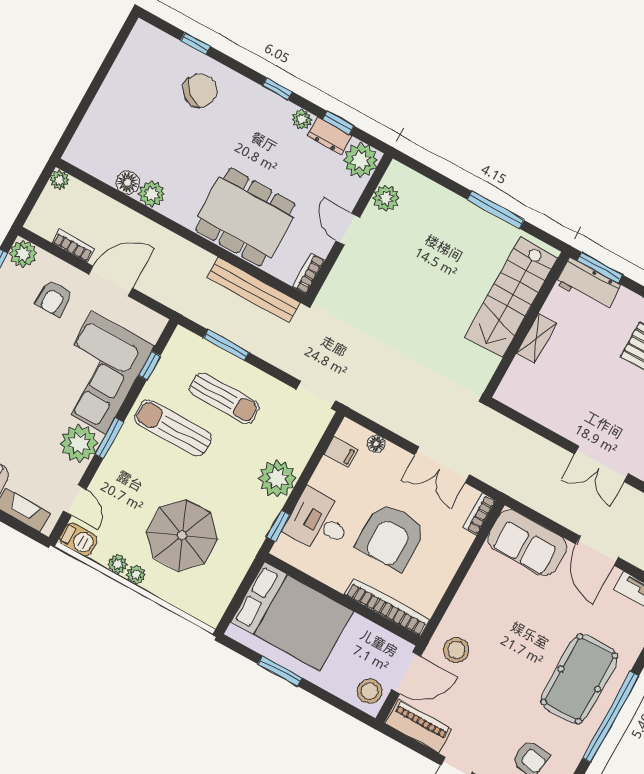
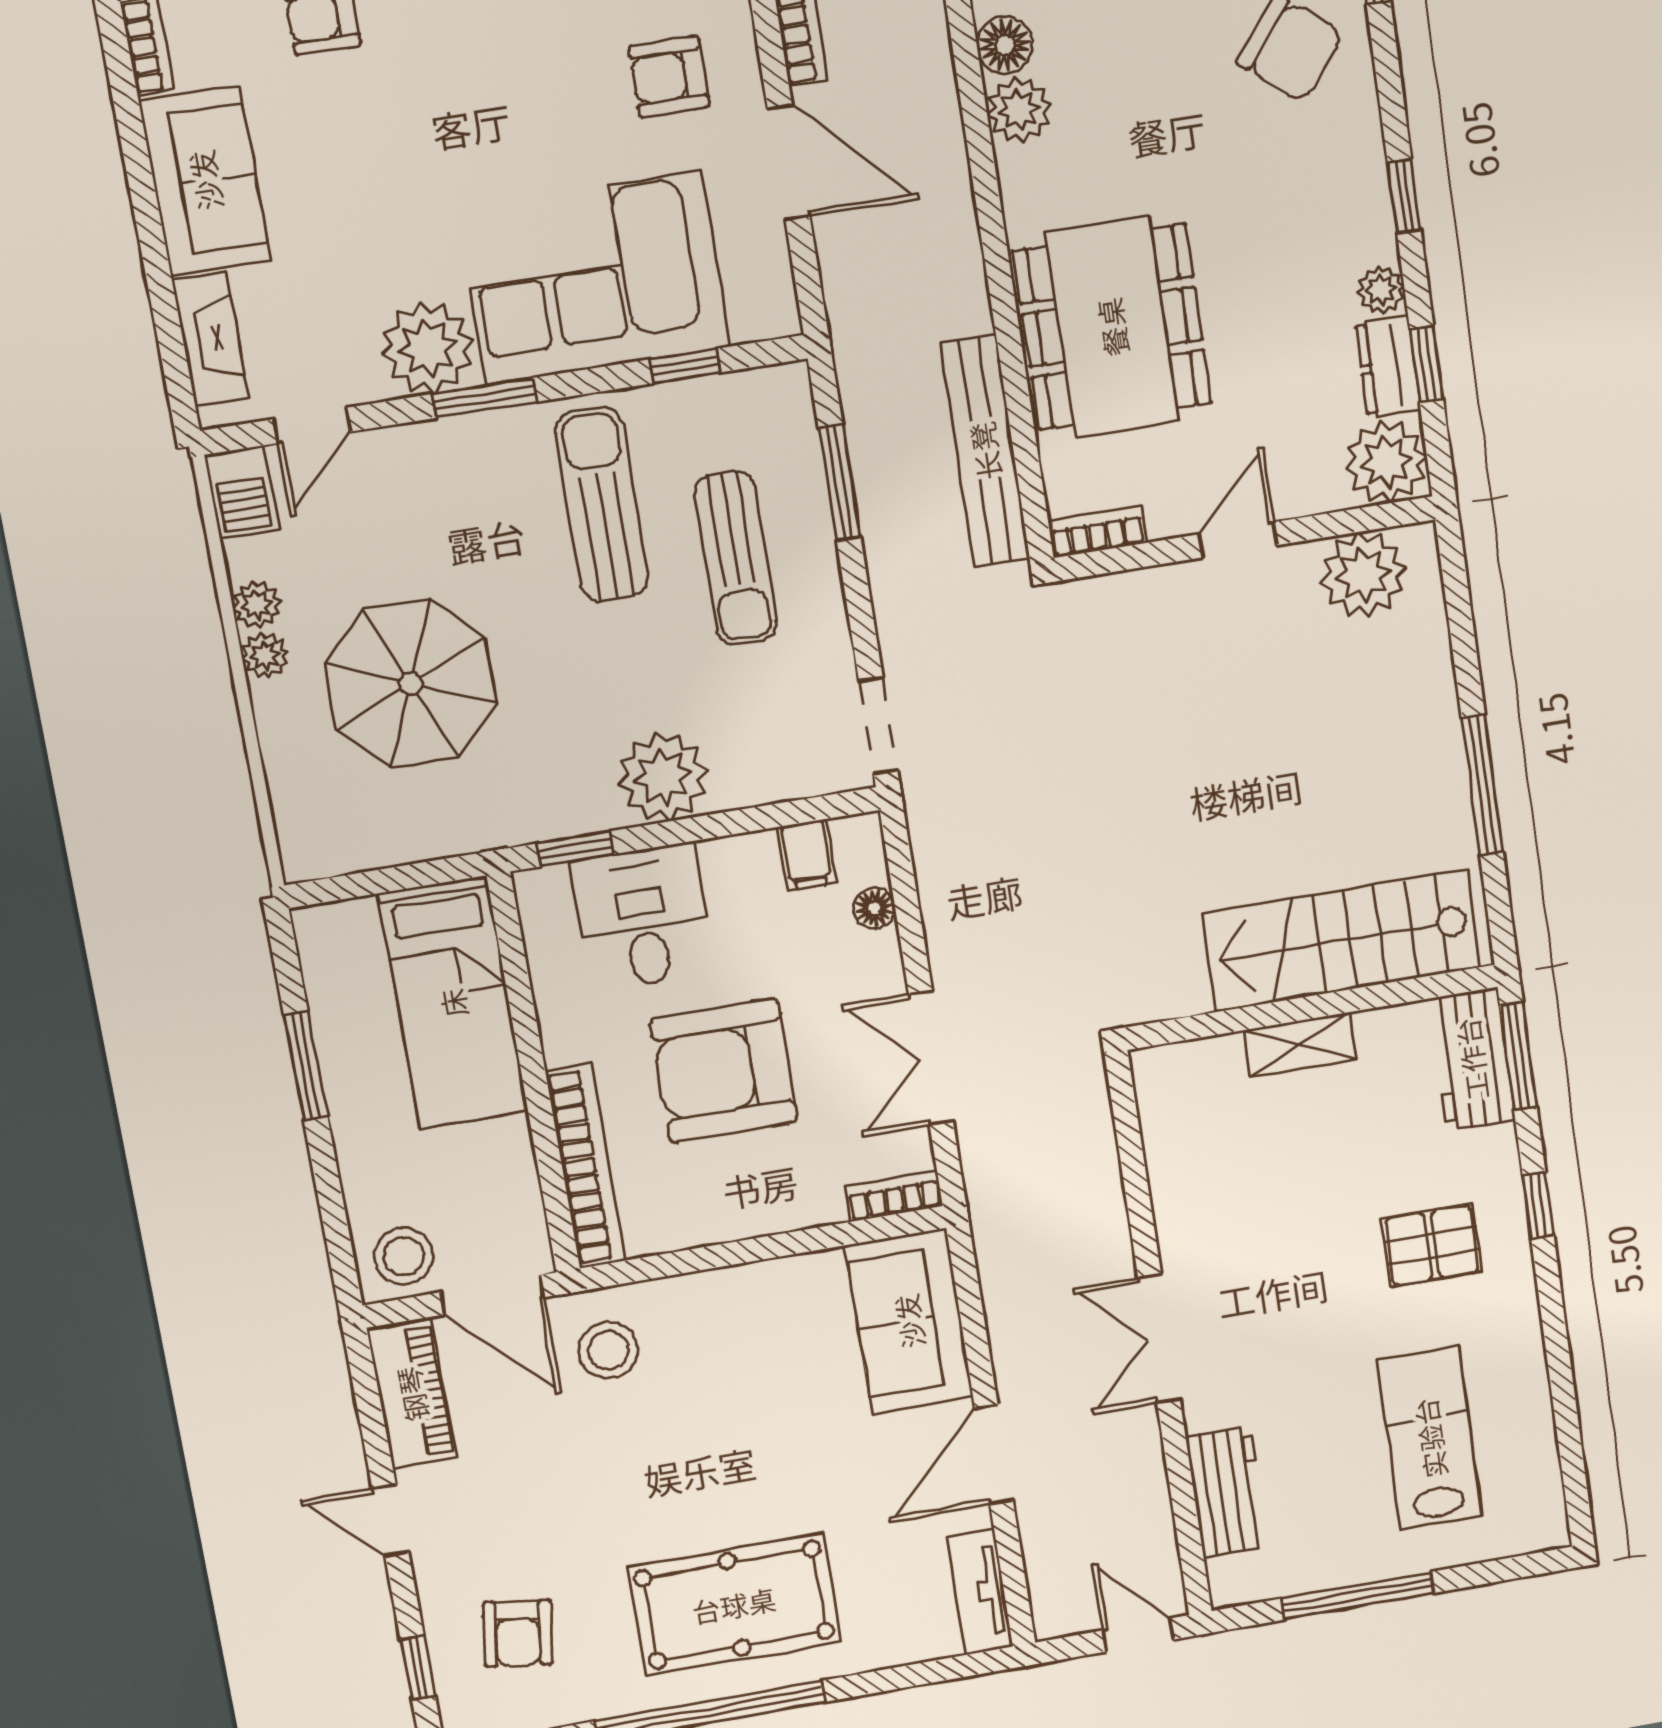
plant: (386, 198) -> (1363, 575), width x1.36, depth x1.36
bed: (292, 616) -> (453, 1003), width x0.67

